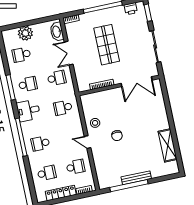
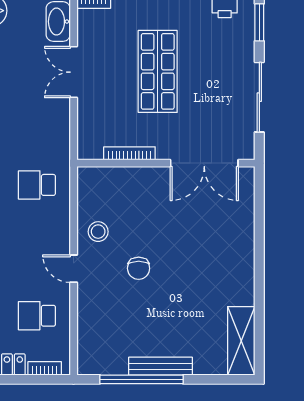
school desk: (57, 78) -> (37, 120), removed
shelving: (168, 145) -> (241, 341), moved
school desk: (76, 167) -> (37, 316), turned 180

